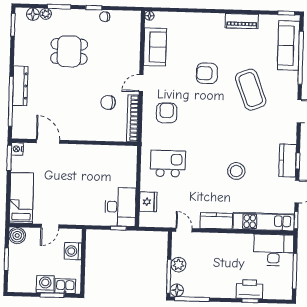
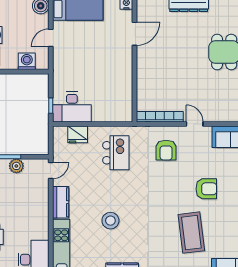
armchair: (207, 73) -> (206, 189), turned 90
coffee table: (251, 90) -> (191, 233), turned -76
chair: (108, 103) -> (175, 92), removed
armchair: (167, 113) -> (166, 150), turned 90
door: (50, 226) -> (51, 38), hinge flipped

